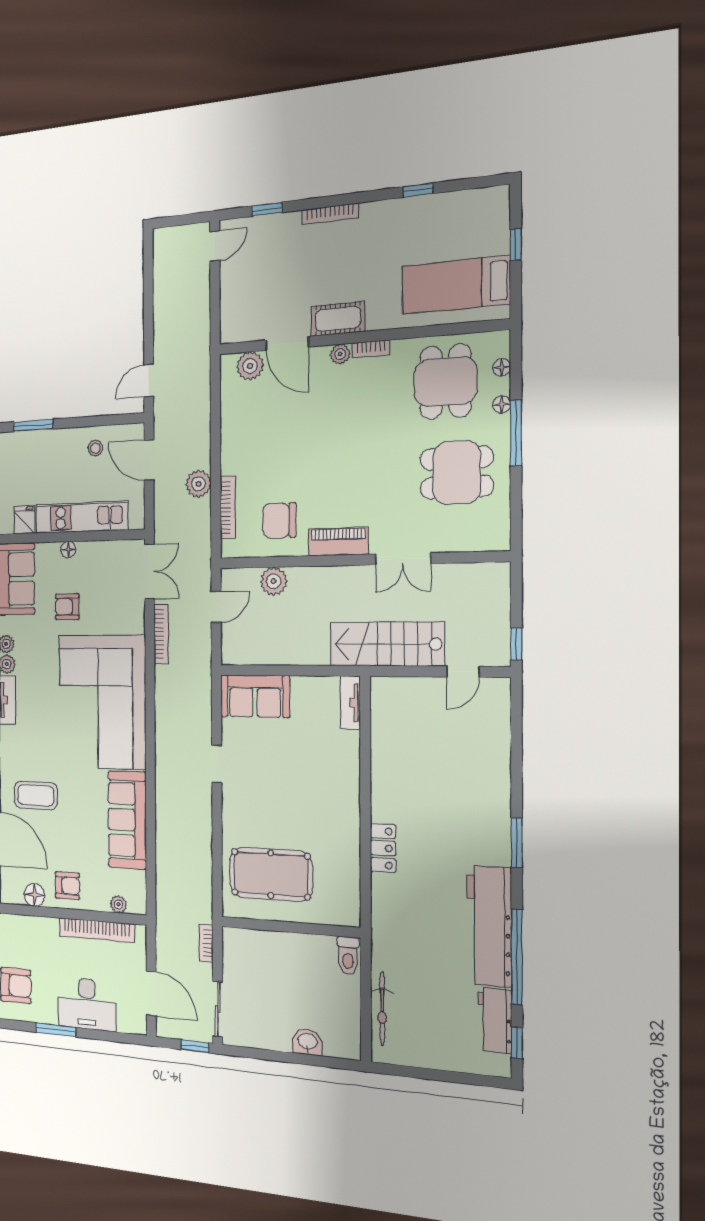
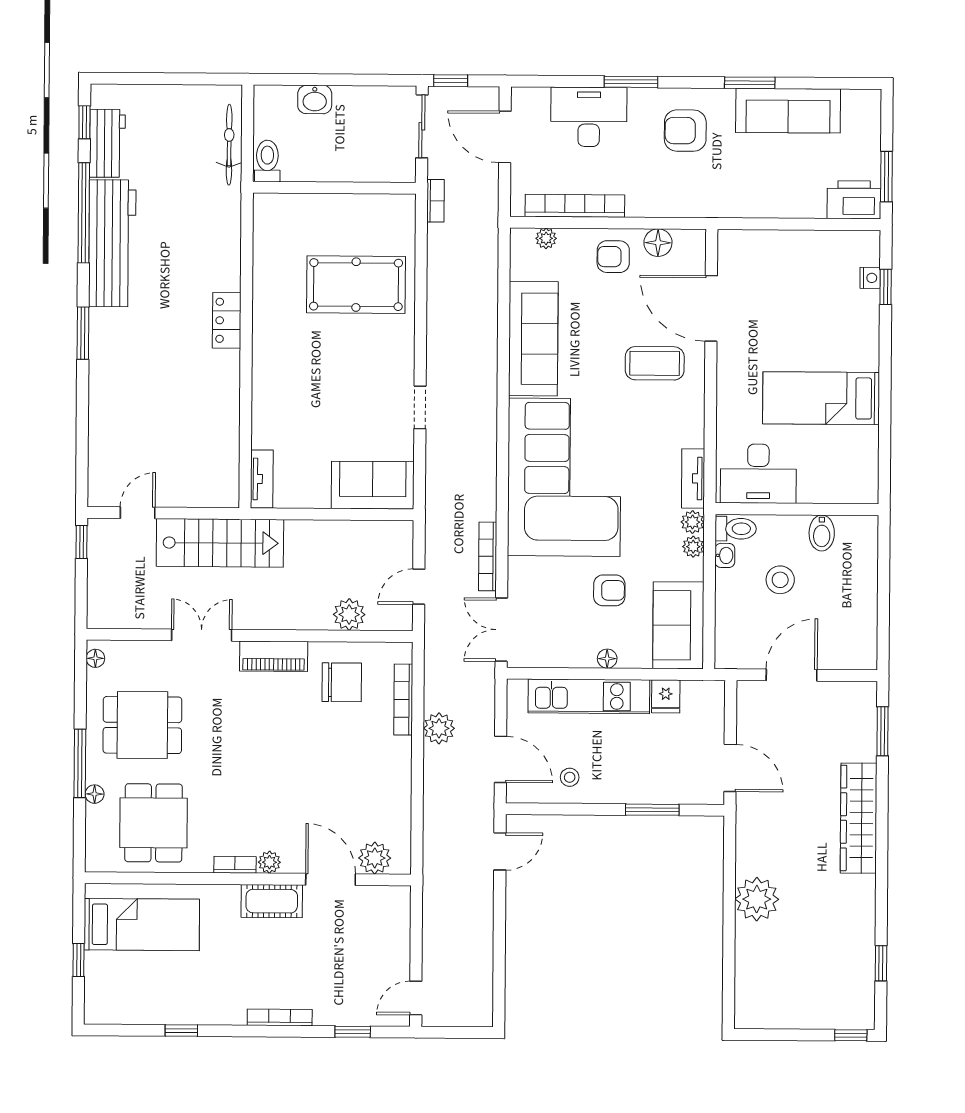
floor lamp: (502, 367) -> (95, 658), moved
wall: (290, 927) -> (334, 188), moved
toilet: (348, 956) -> (267, 161), moved

